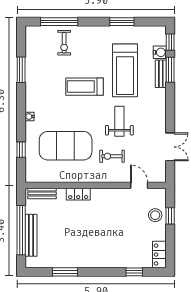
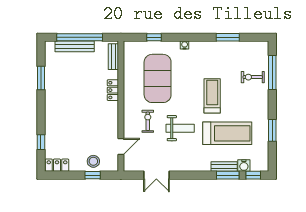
treadmill: (125, 70) -> (227, 133), turned 180

